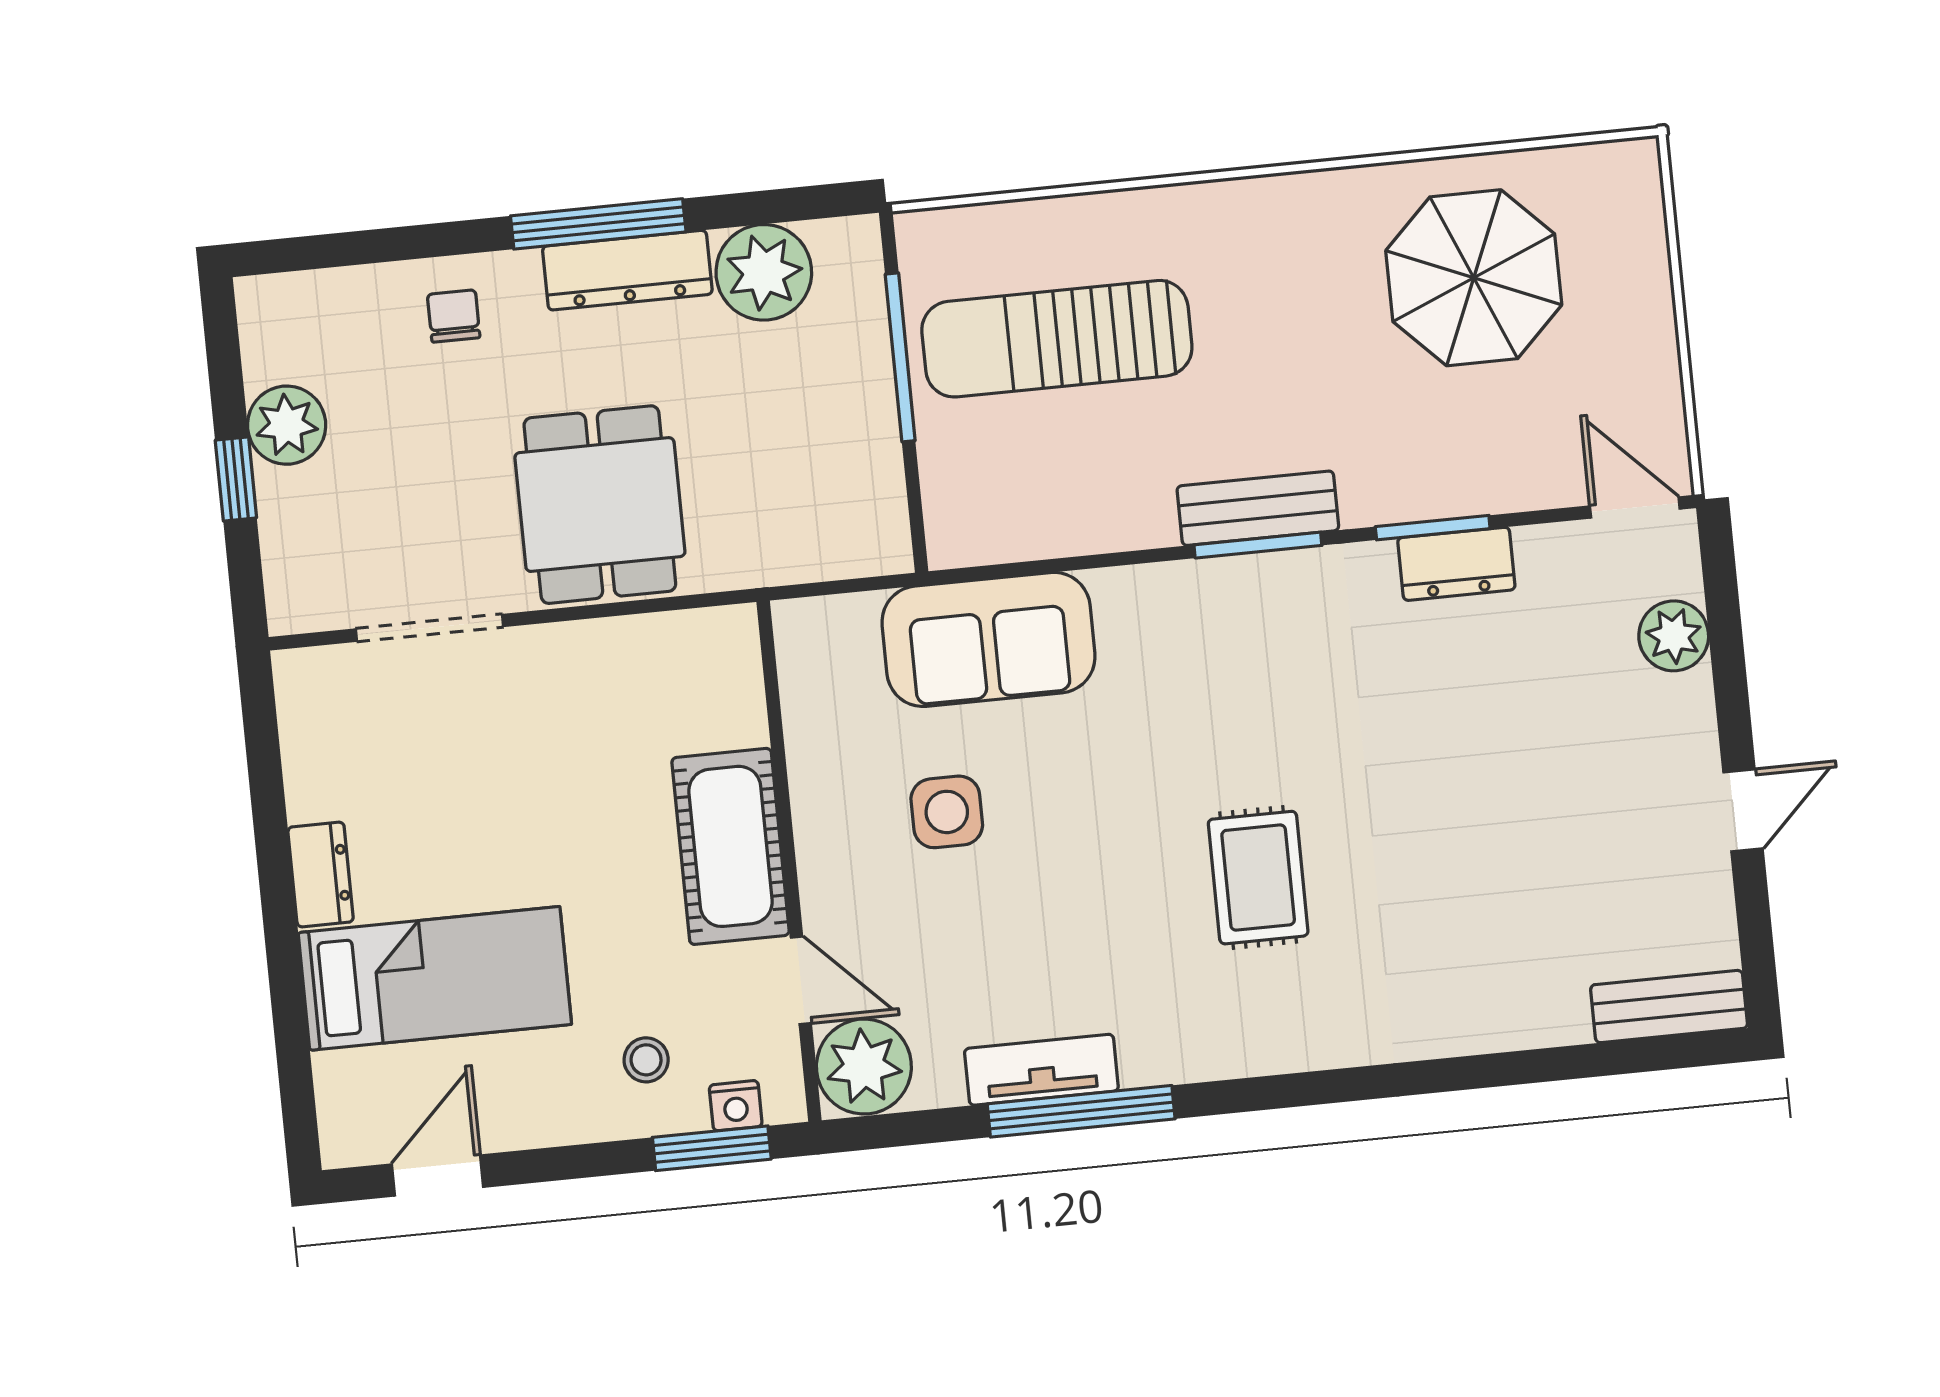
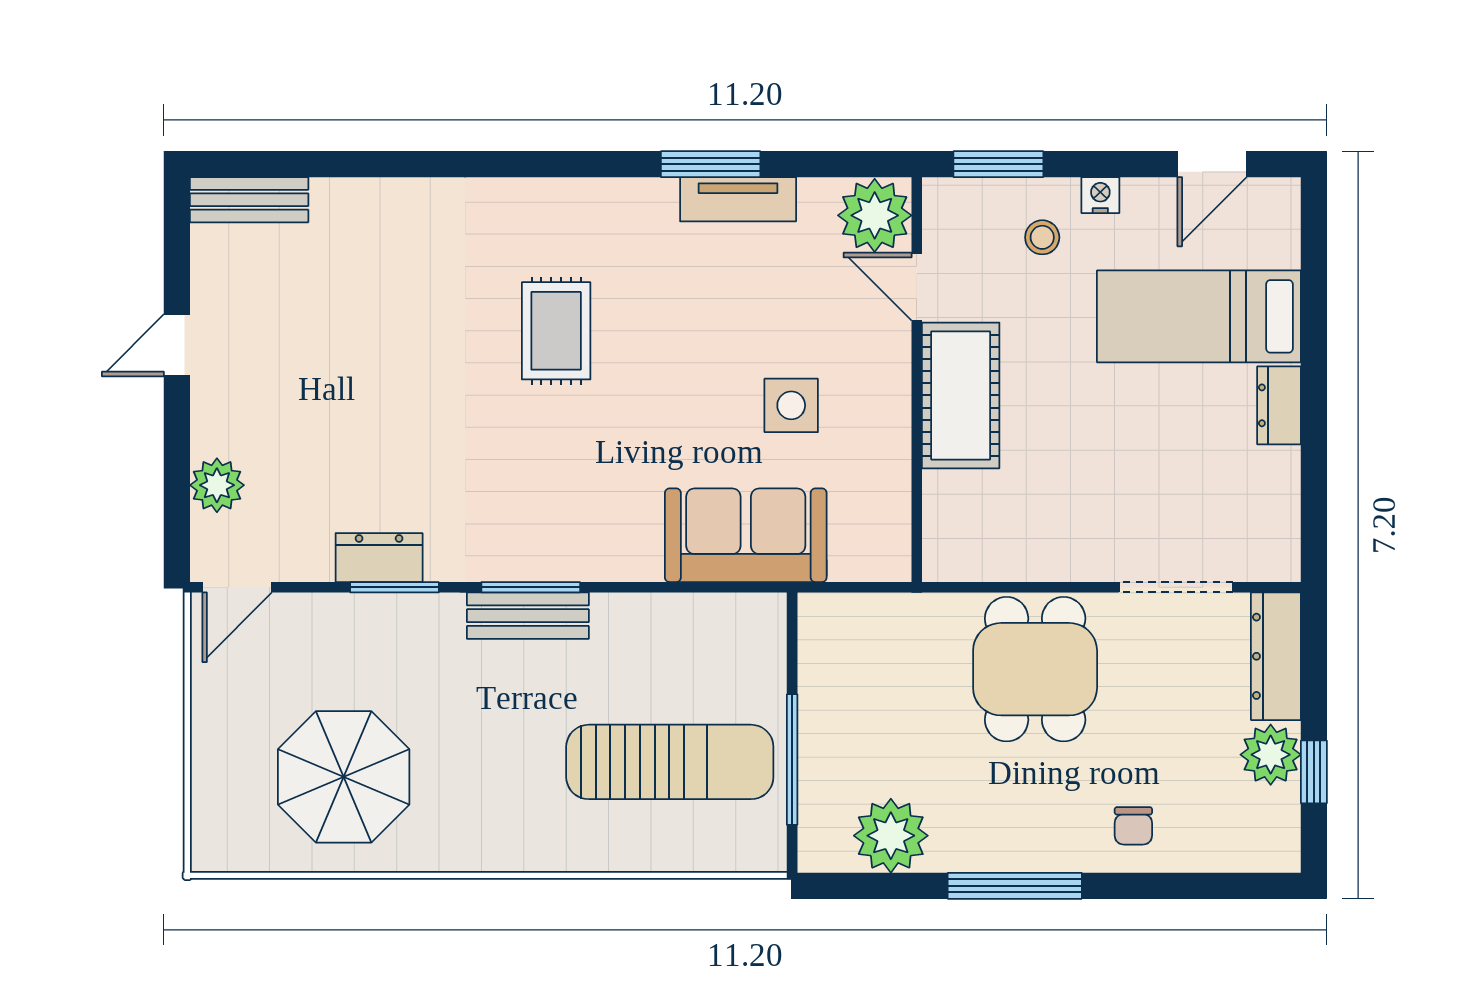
dresser: (627, 270) -> (1276, 656), moved, turned -90
window: (236, 479) -> (1314, 772), moved
door: (1635, 507) -> (237, 587), hinge flipped
nightstand: (736, 1106) -> (1100, 195), moved
window: (1081, 1111) -> (711, 164), width x0.69

